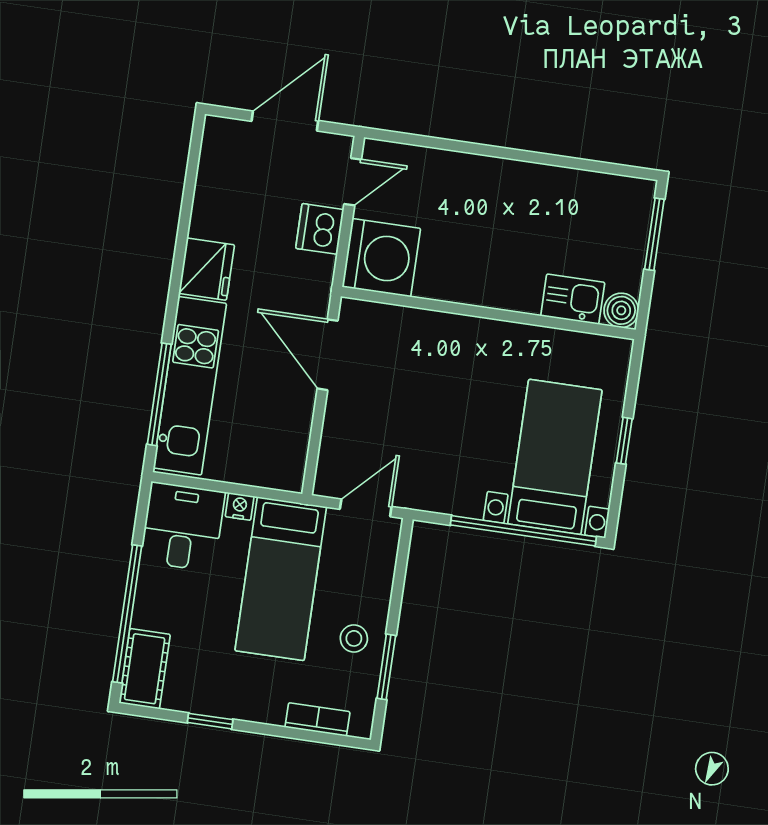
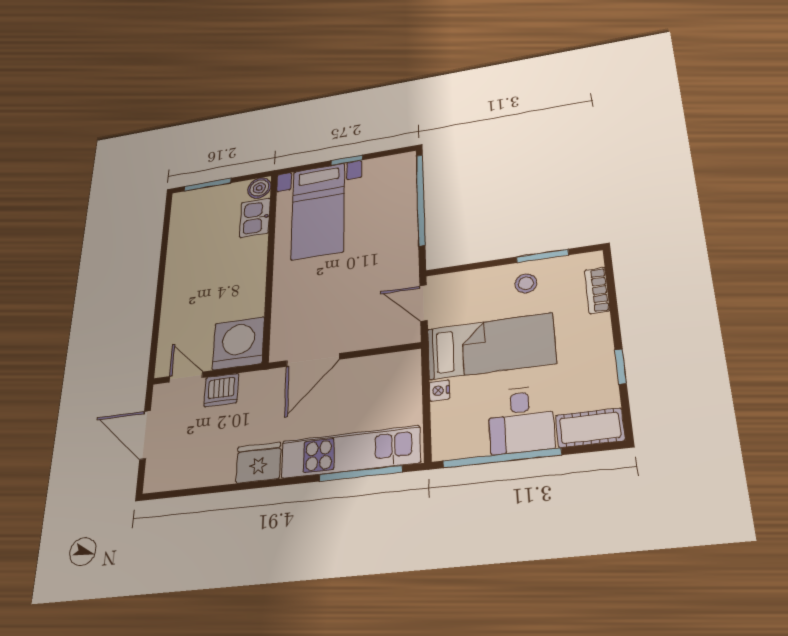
bed with nightstands: (555, 457) -> (318, 211), moved, turned -90
desk: (183, 527) -> (521, 420), moved, turned -90
window: (127, 614) -> (502, 458), moved

